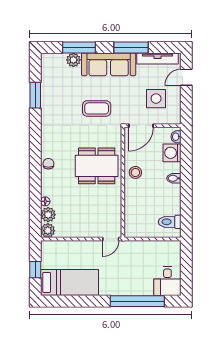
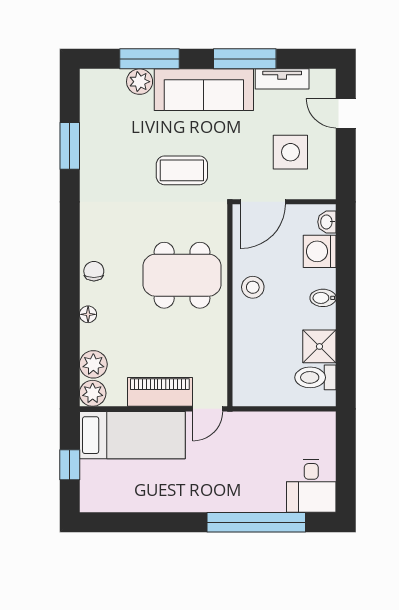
tv unit: (157, 58) -> (282, 79), width x0.71
door: (186, 77) -> (346, 113), hinge flipped
floor lamp: (45, 201) -> (88, 314), moved
shower: (172, 205) -> (319, 346), added
piano: (85, 230) -> (160, 392), added
bed: (69, 282) -> (132, 435), moved

